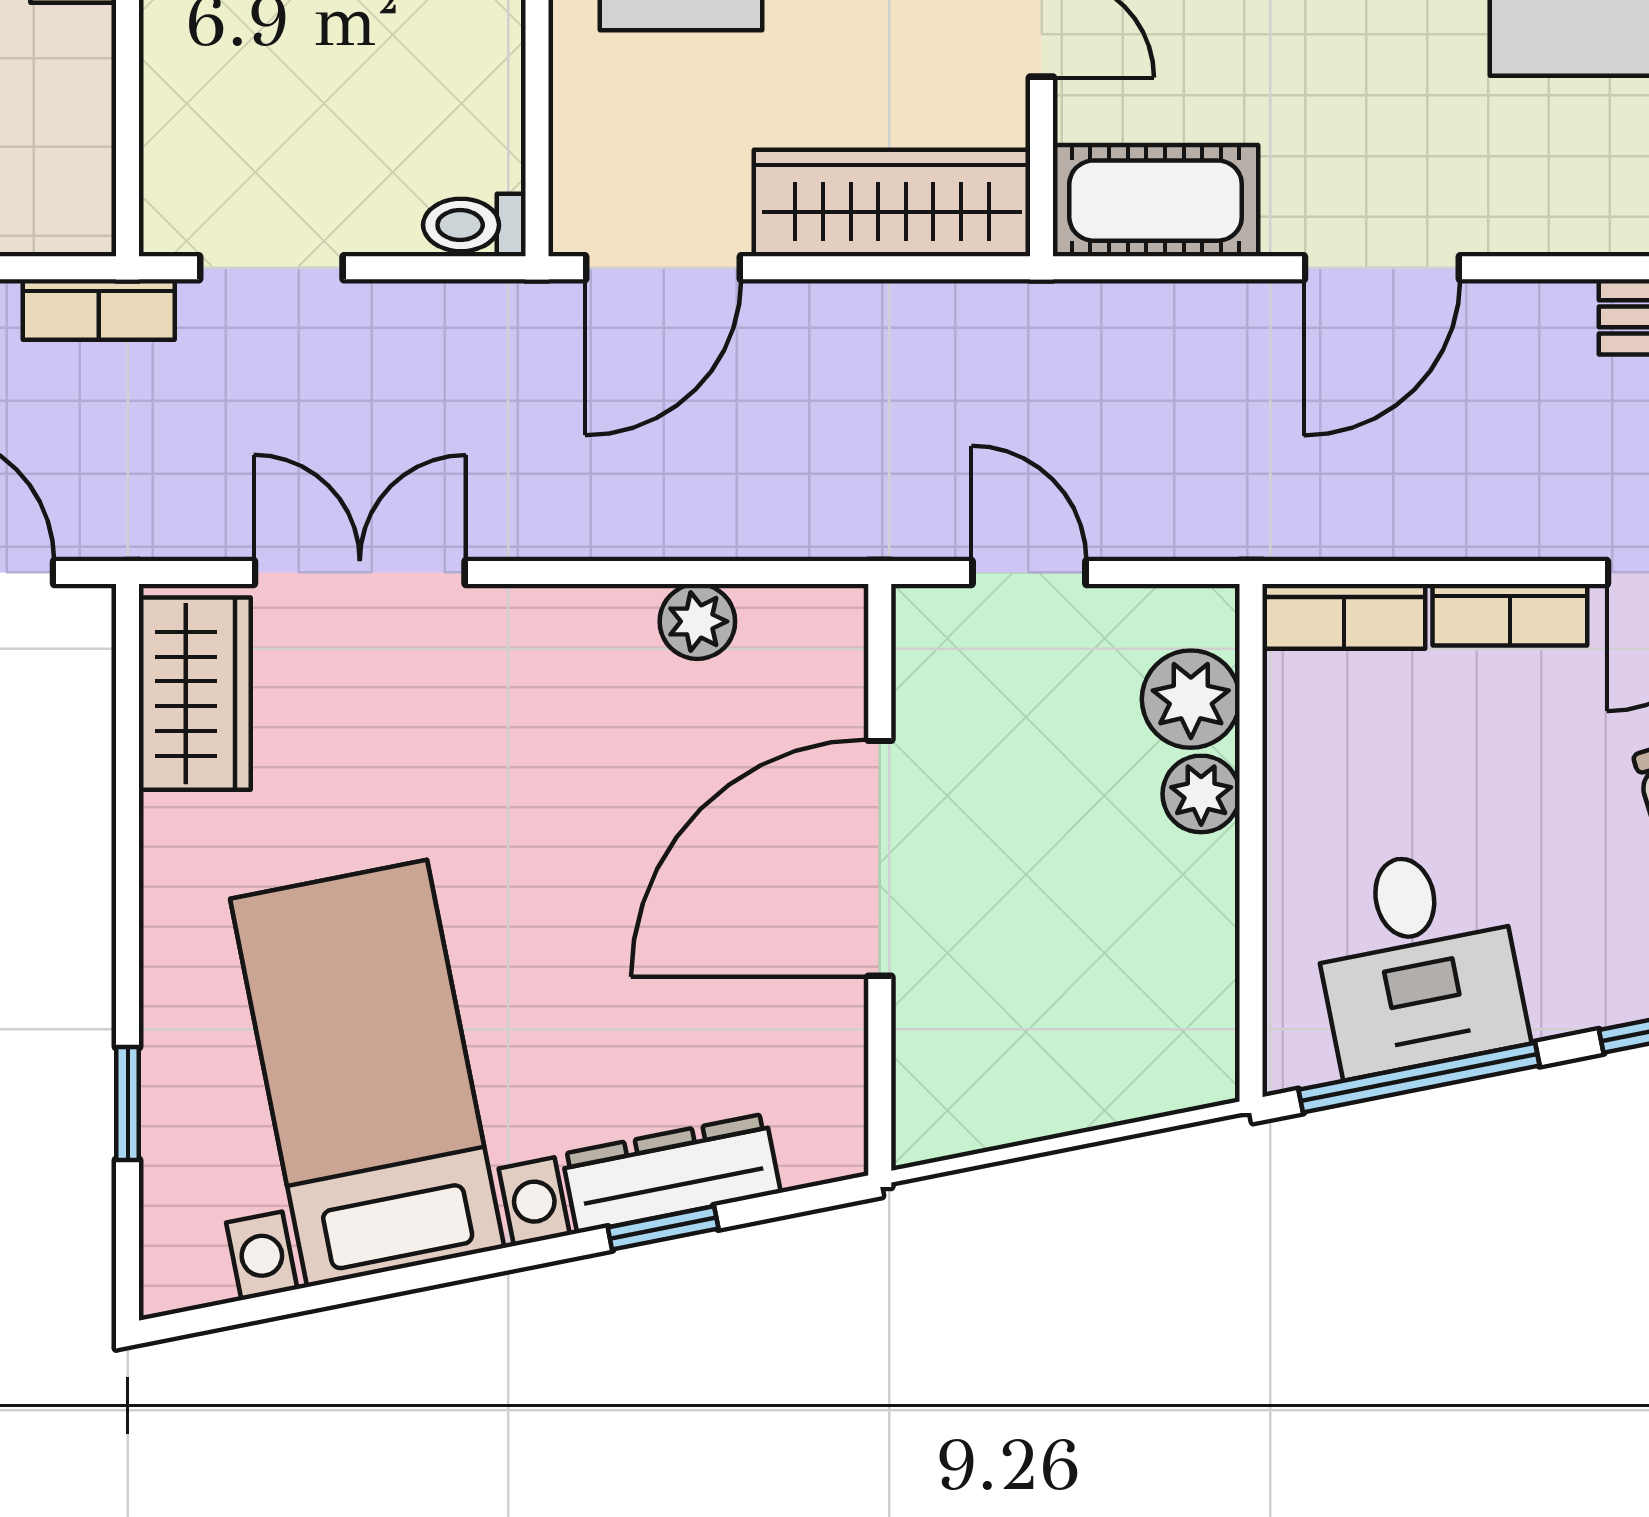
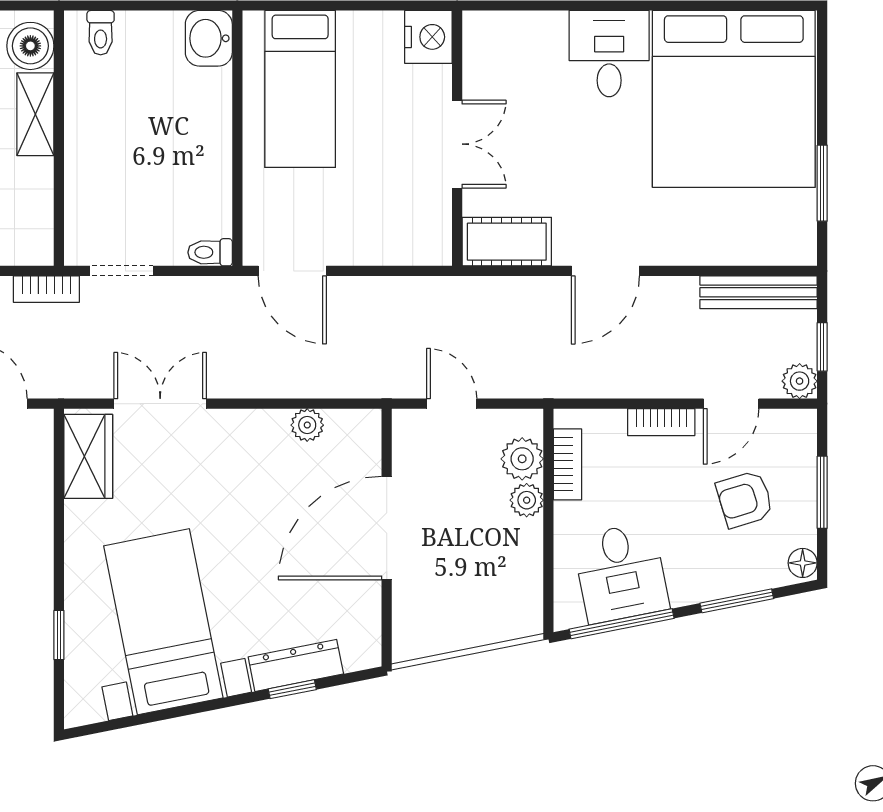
wardrobe: (892, 203) -> (392, 243), removed
door: (663, 268) -> (292, 271), hinge flipped
bookcase: (1344, 616) -> (568, 464), moved, turned -90

